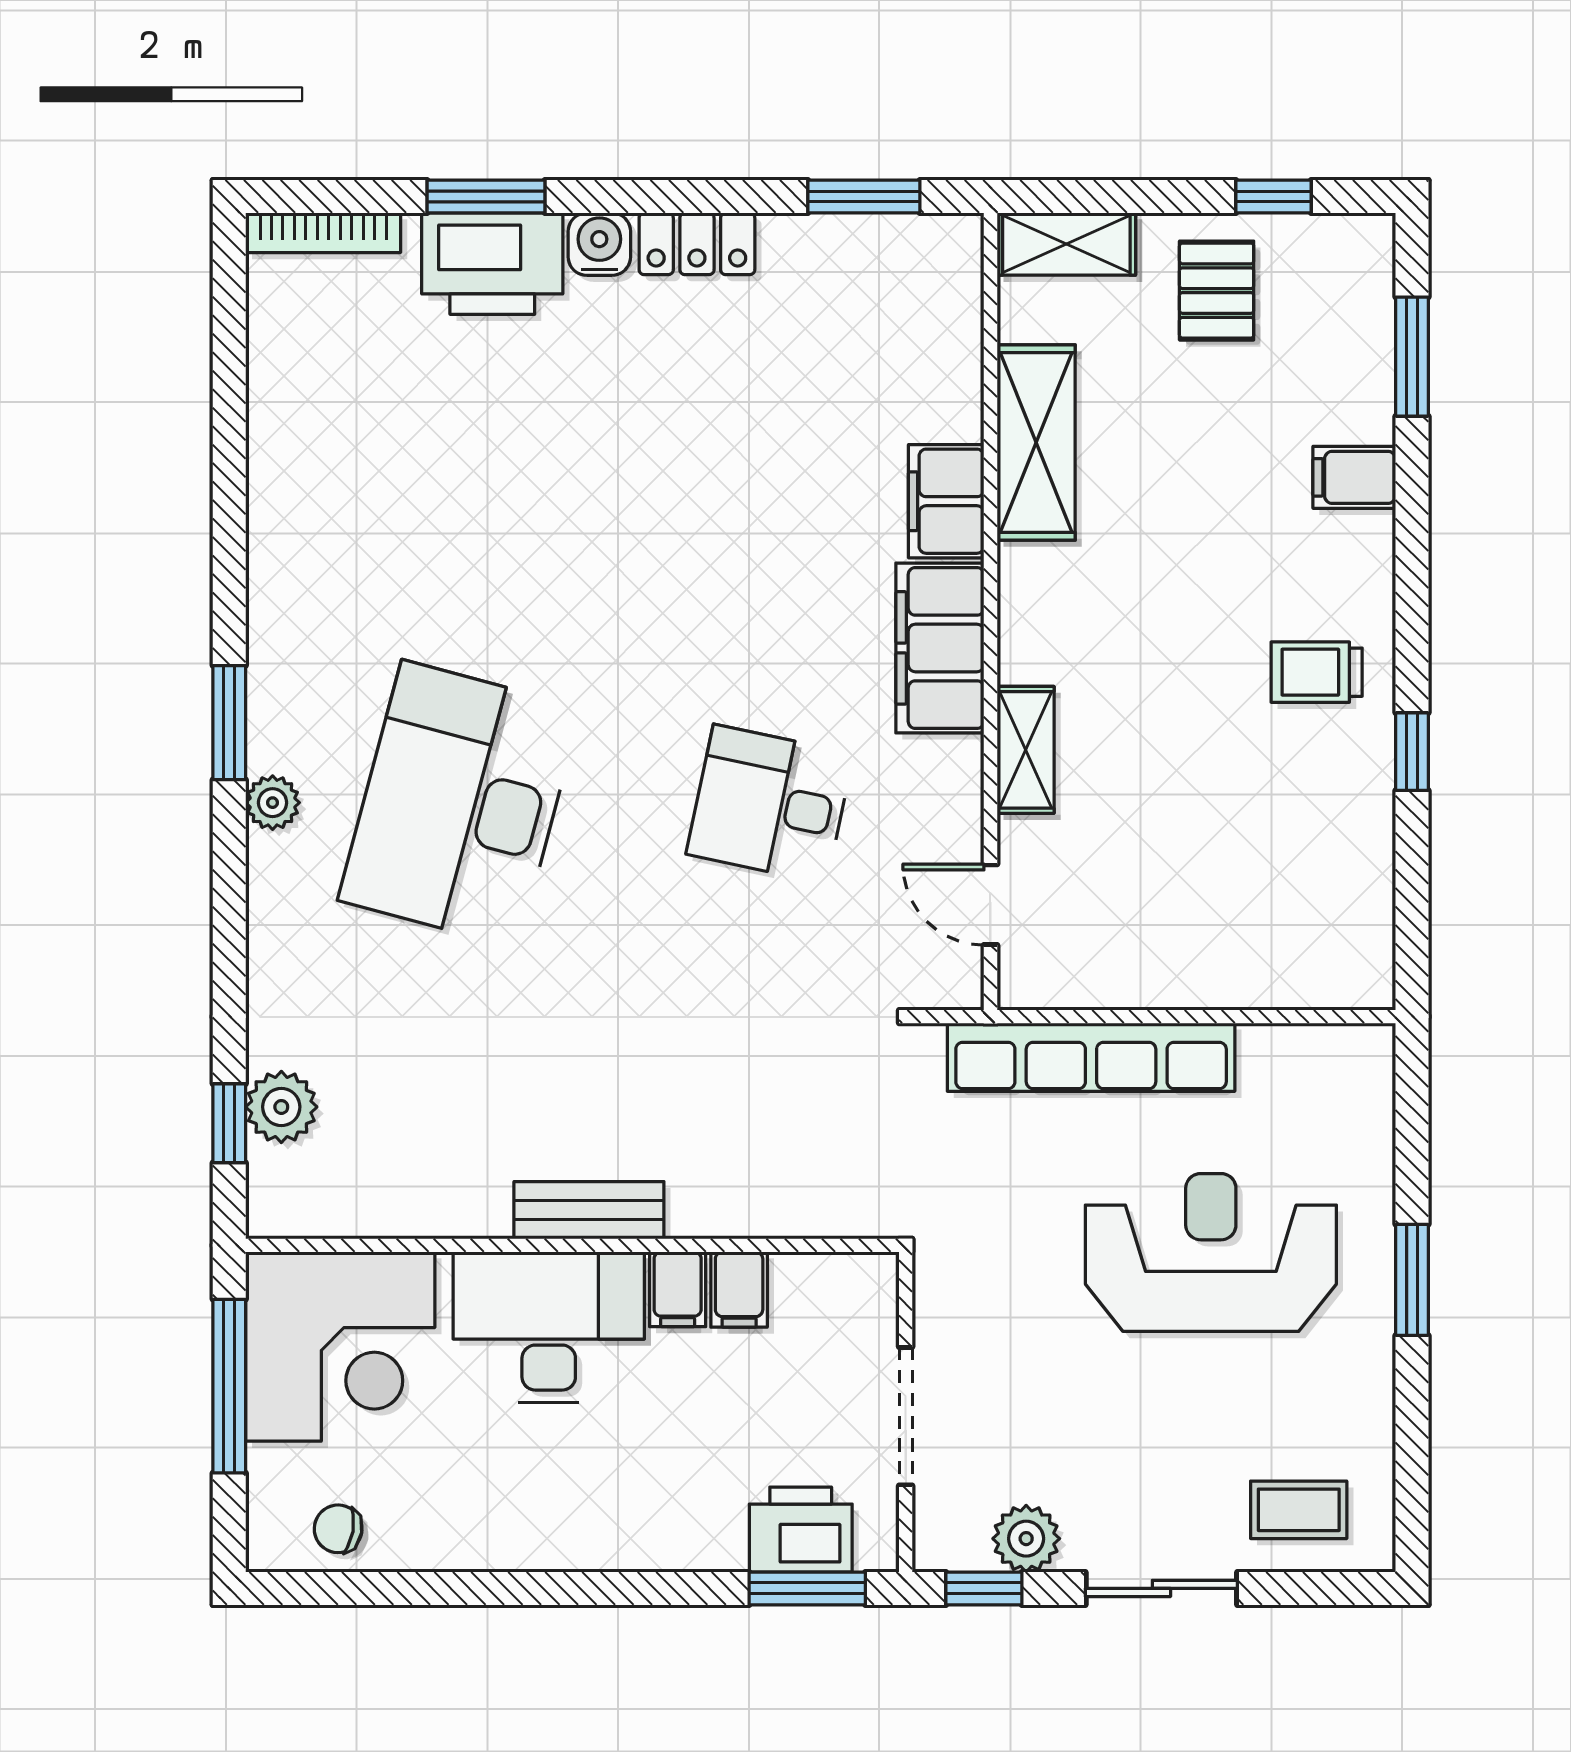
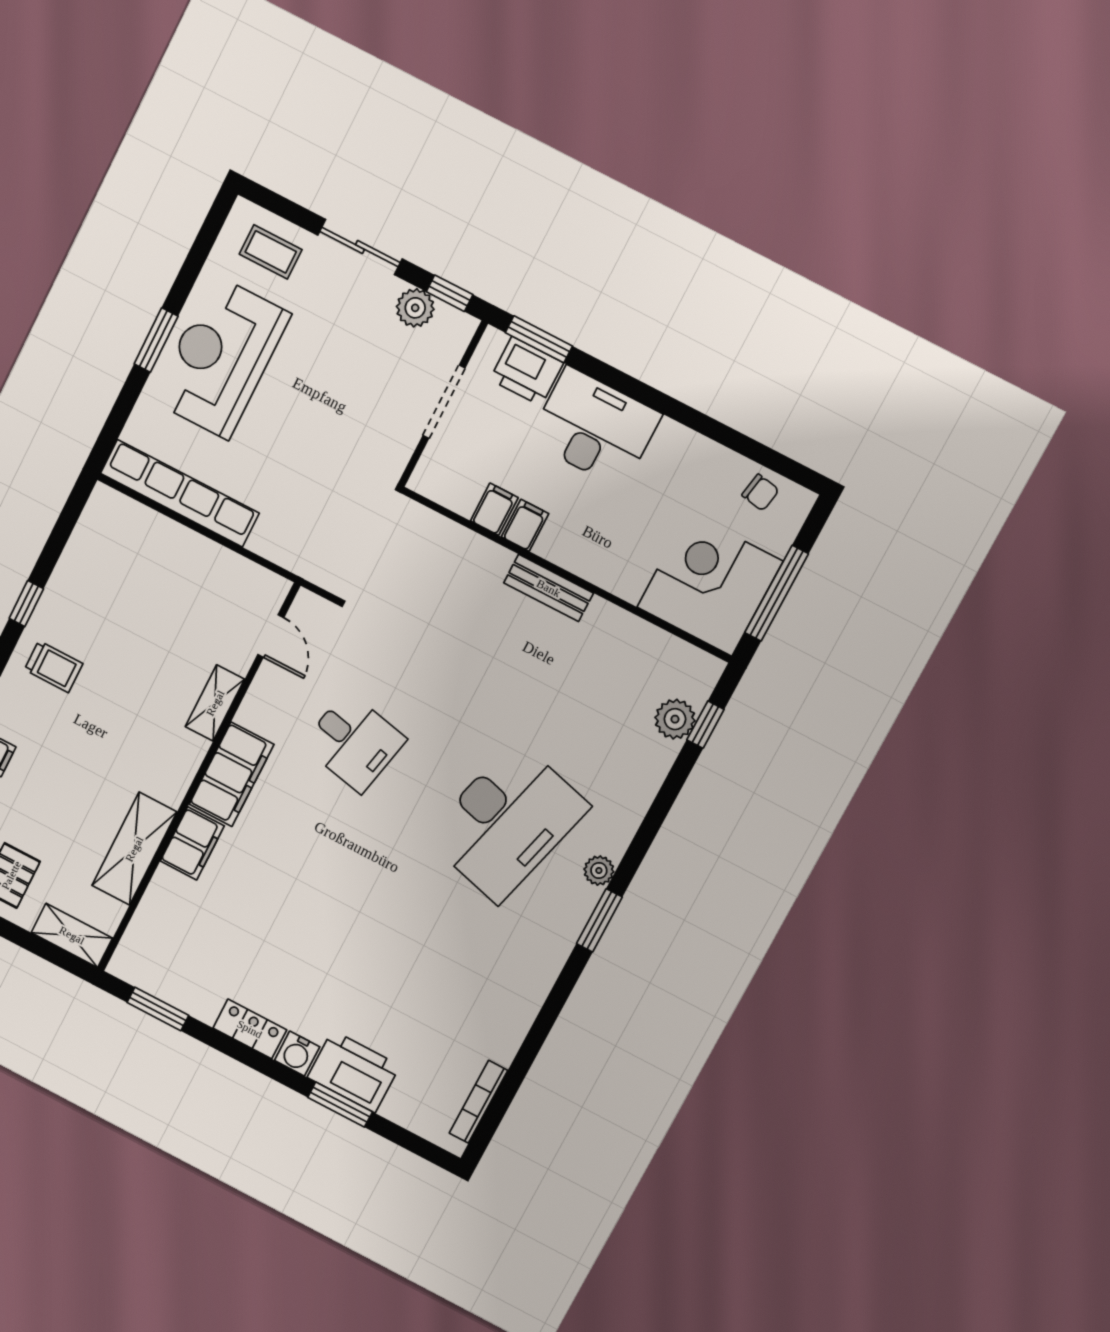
bookcase: (323, 233) -> (478, 1102), moved, turned -90
row of seats: (1091, 1057) -> (180, 493), moved
reception desk: (1211, 1252) -> (221, 357), moved, turned 90
desk: (549, 1327) -> (595, 428), moved, turned 180

